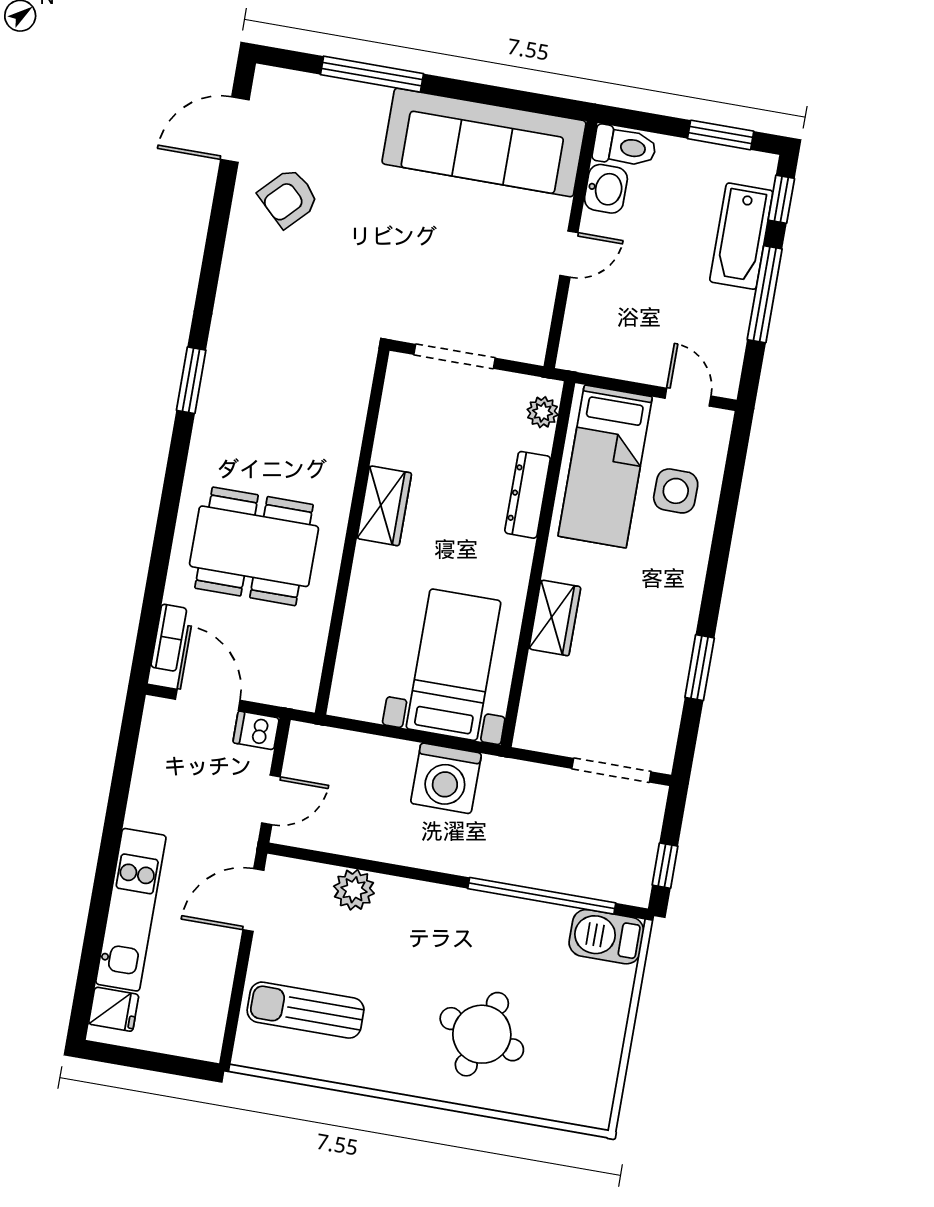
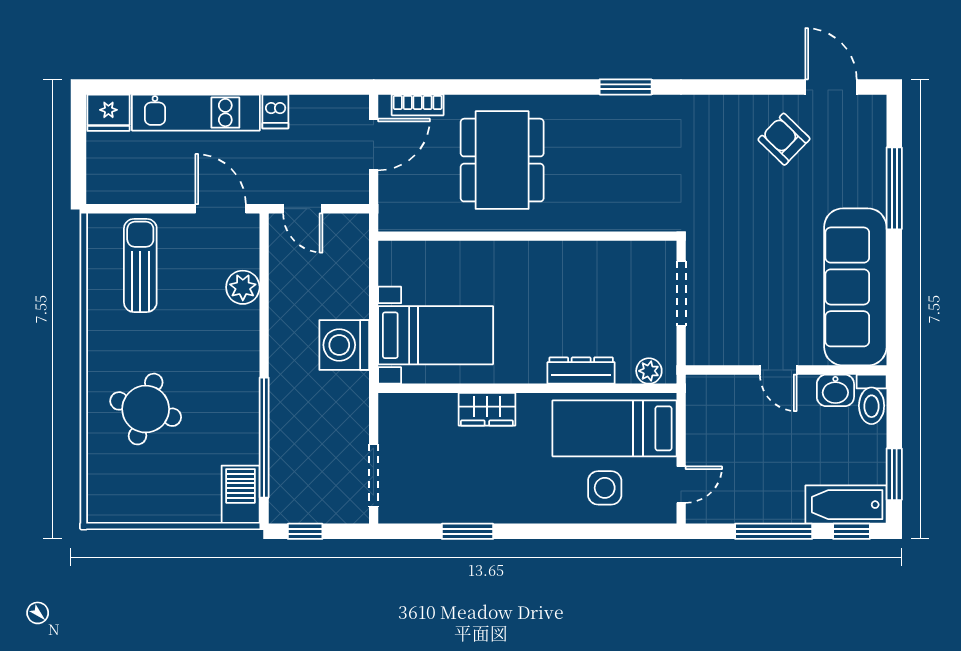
bathtub: (741, 236) -> (846, 505), moved
wardrobe: (384, 506) -> (552, 258), removed
dishwasher: (256, 730) -> (275, 111), moved, turned 180
fridge: (114, 1009) -> (108, 113), width x1.38

